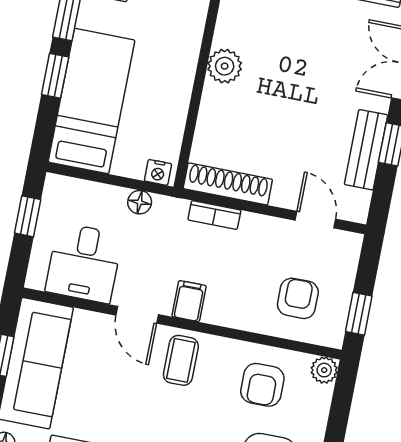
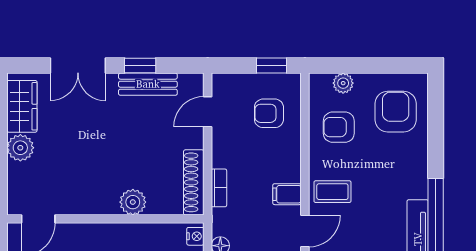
plant: (225, 66) -> (133, 202), moved
plant: (324, 370) -> (343, 83), moved
armchair: (262, 385) -> (339, 127), turned 180

